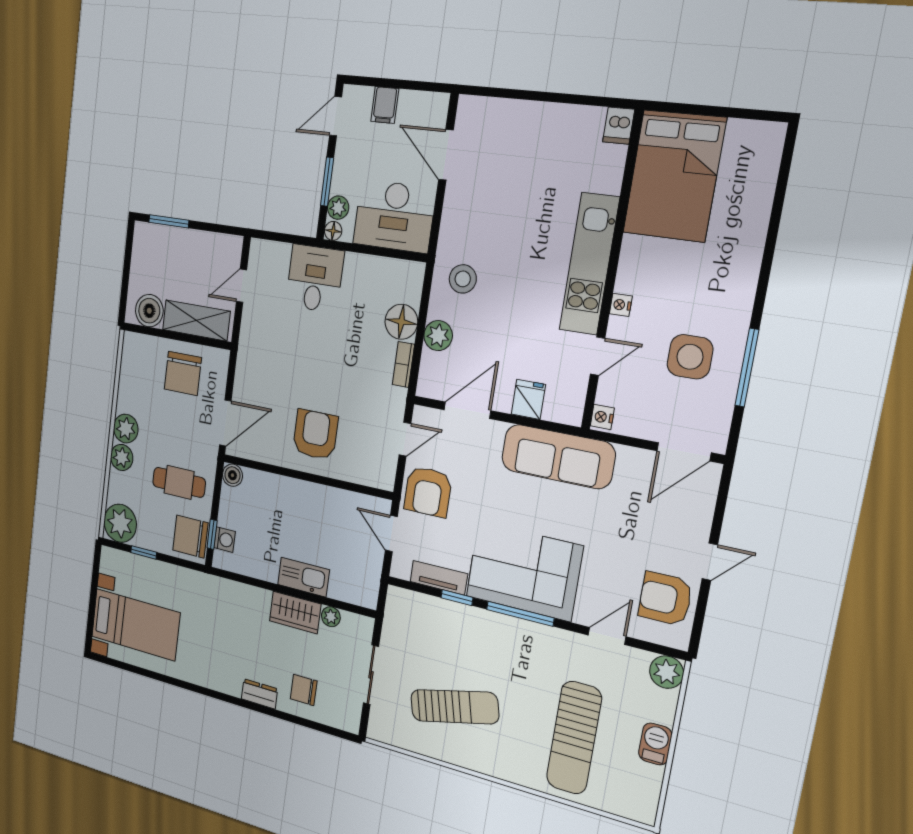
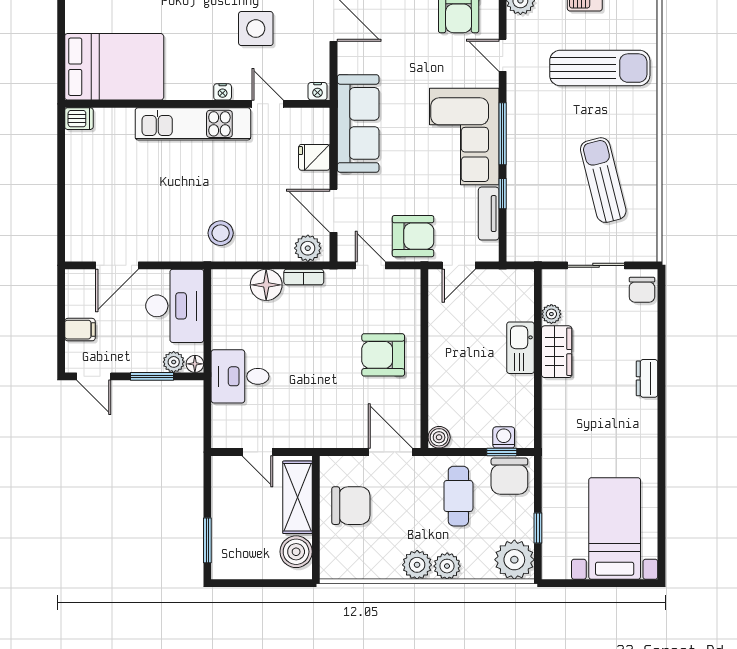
plant: (438, 336) -> (308, 248), moved
chair: (304, 690) -> (642, 290), moved

